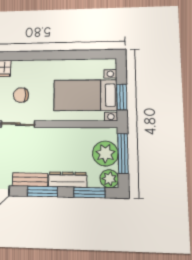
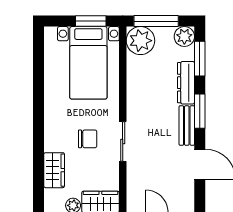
chair: (21, 95) -> (88, 139), turned -90
plant: (105, 153) -> (140, 41), moved

